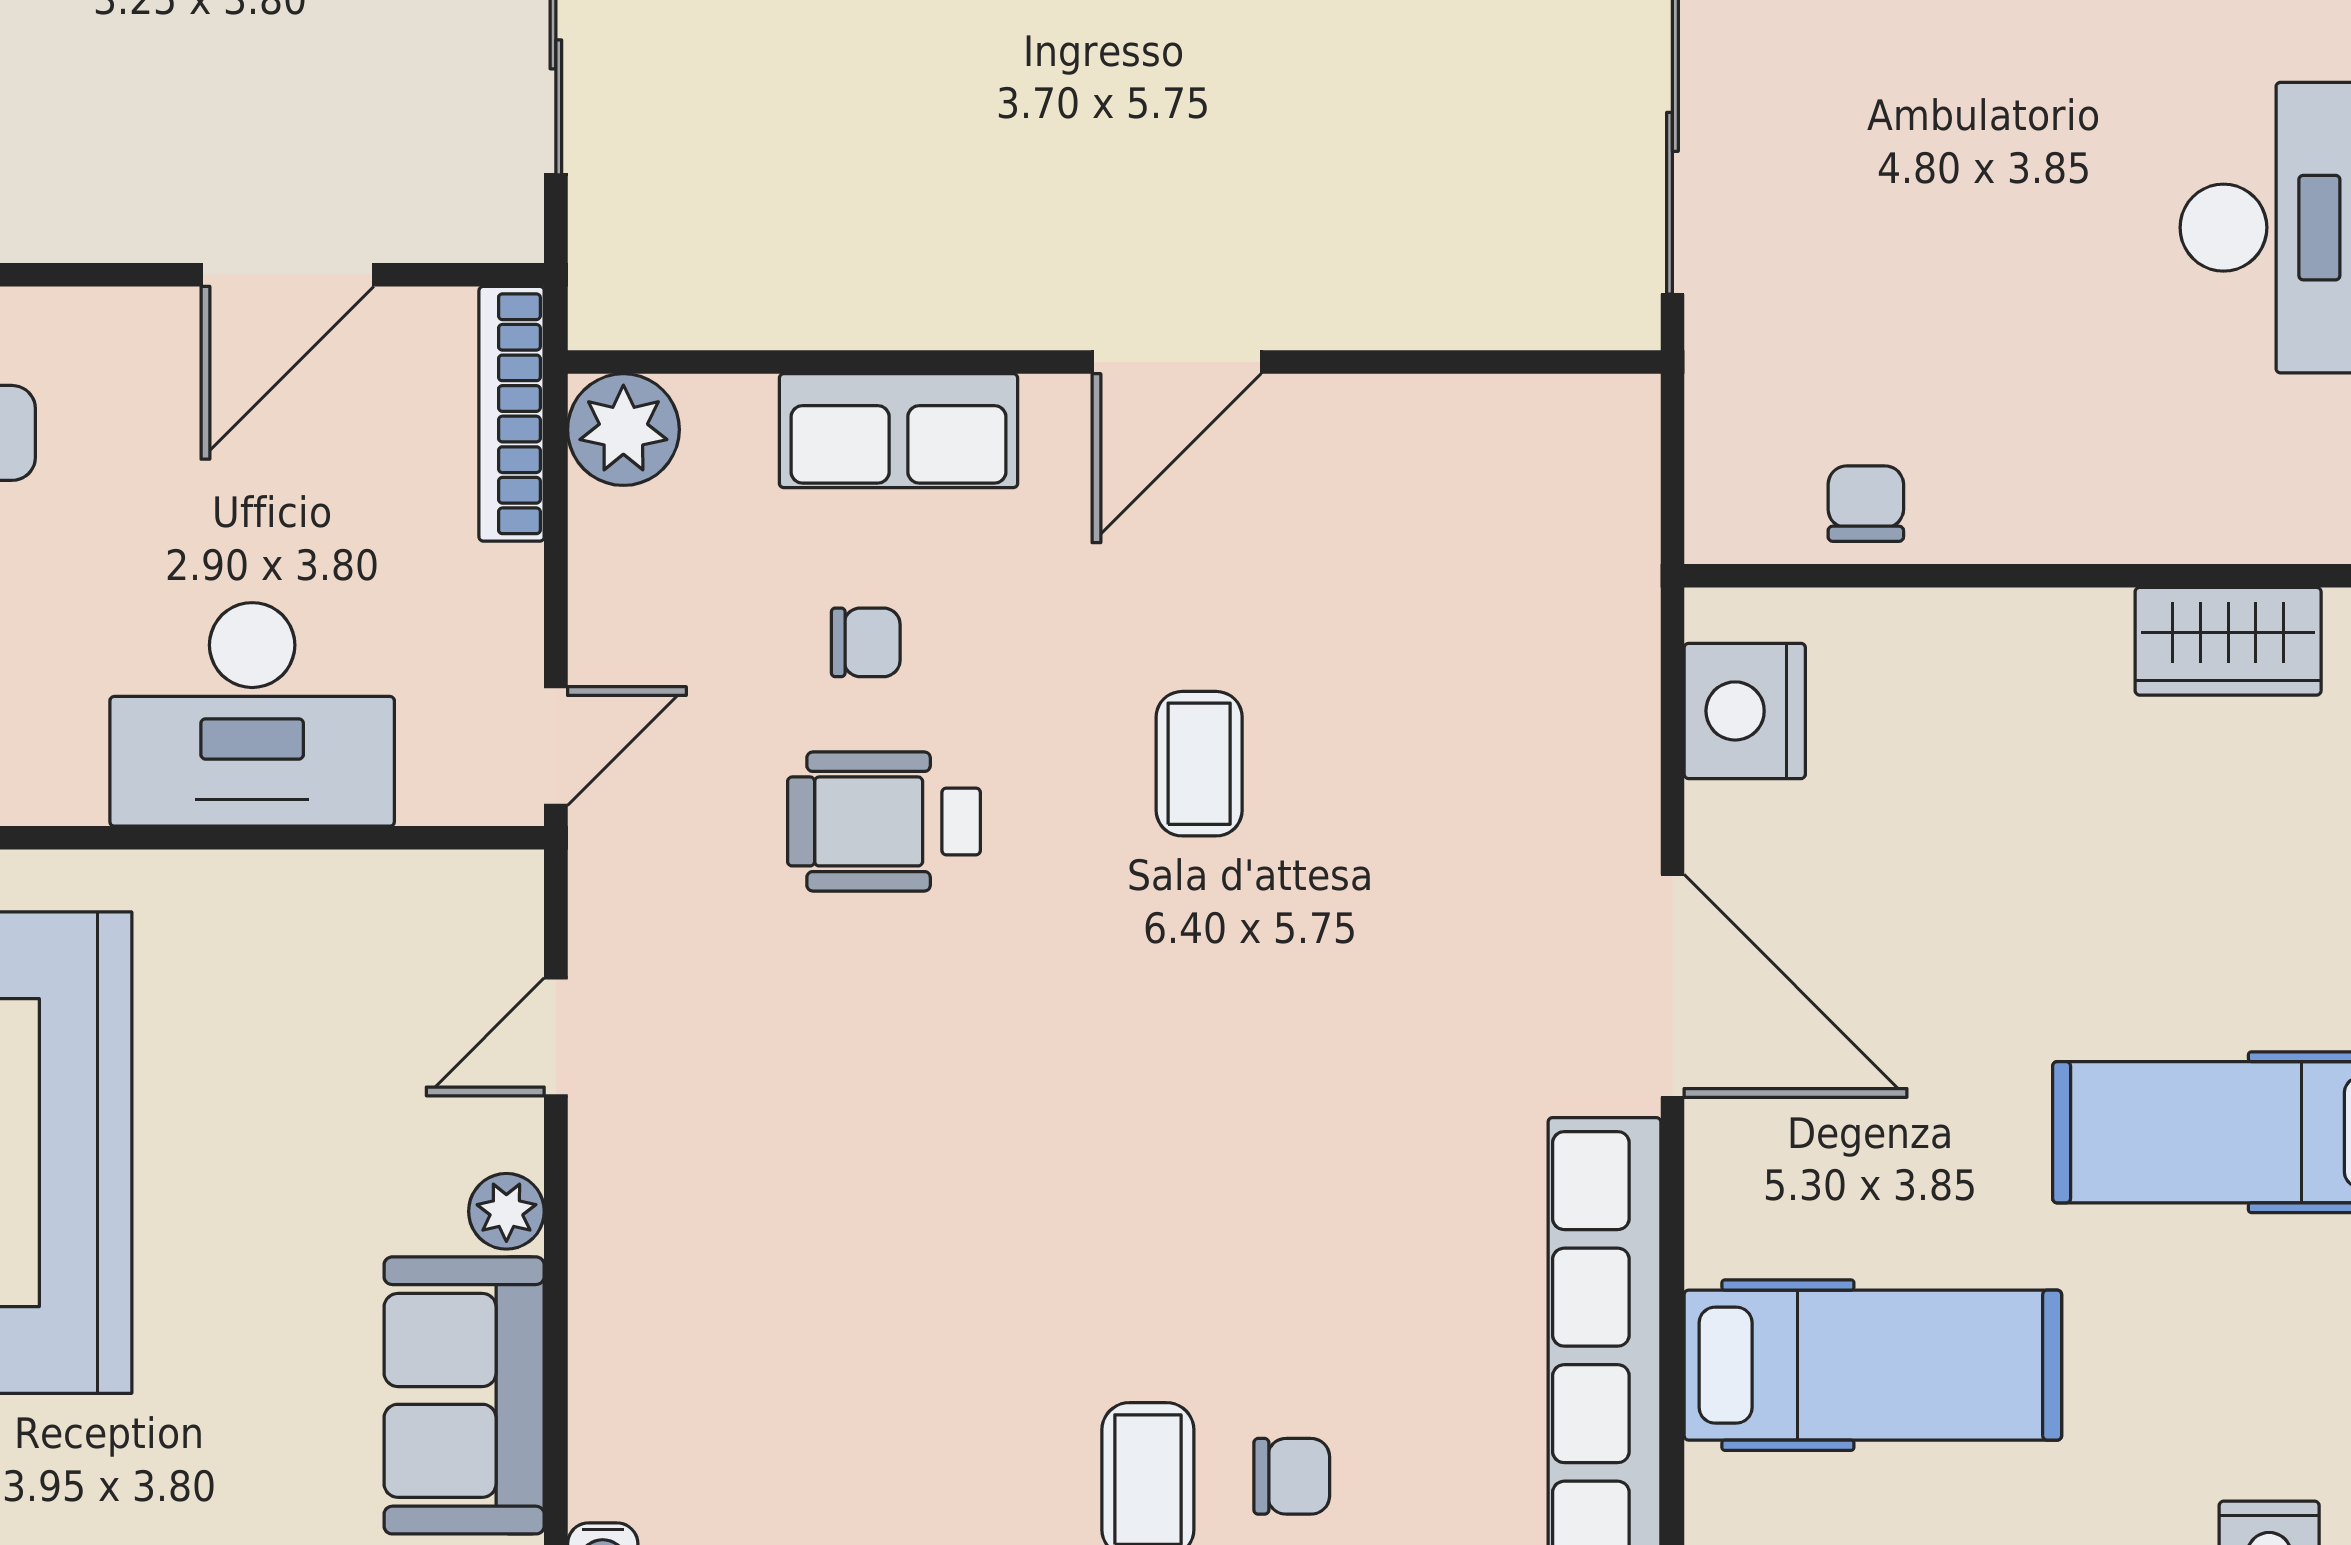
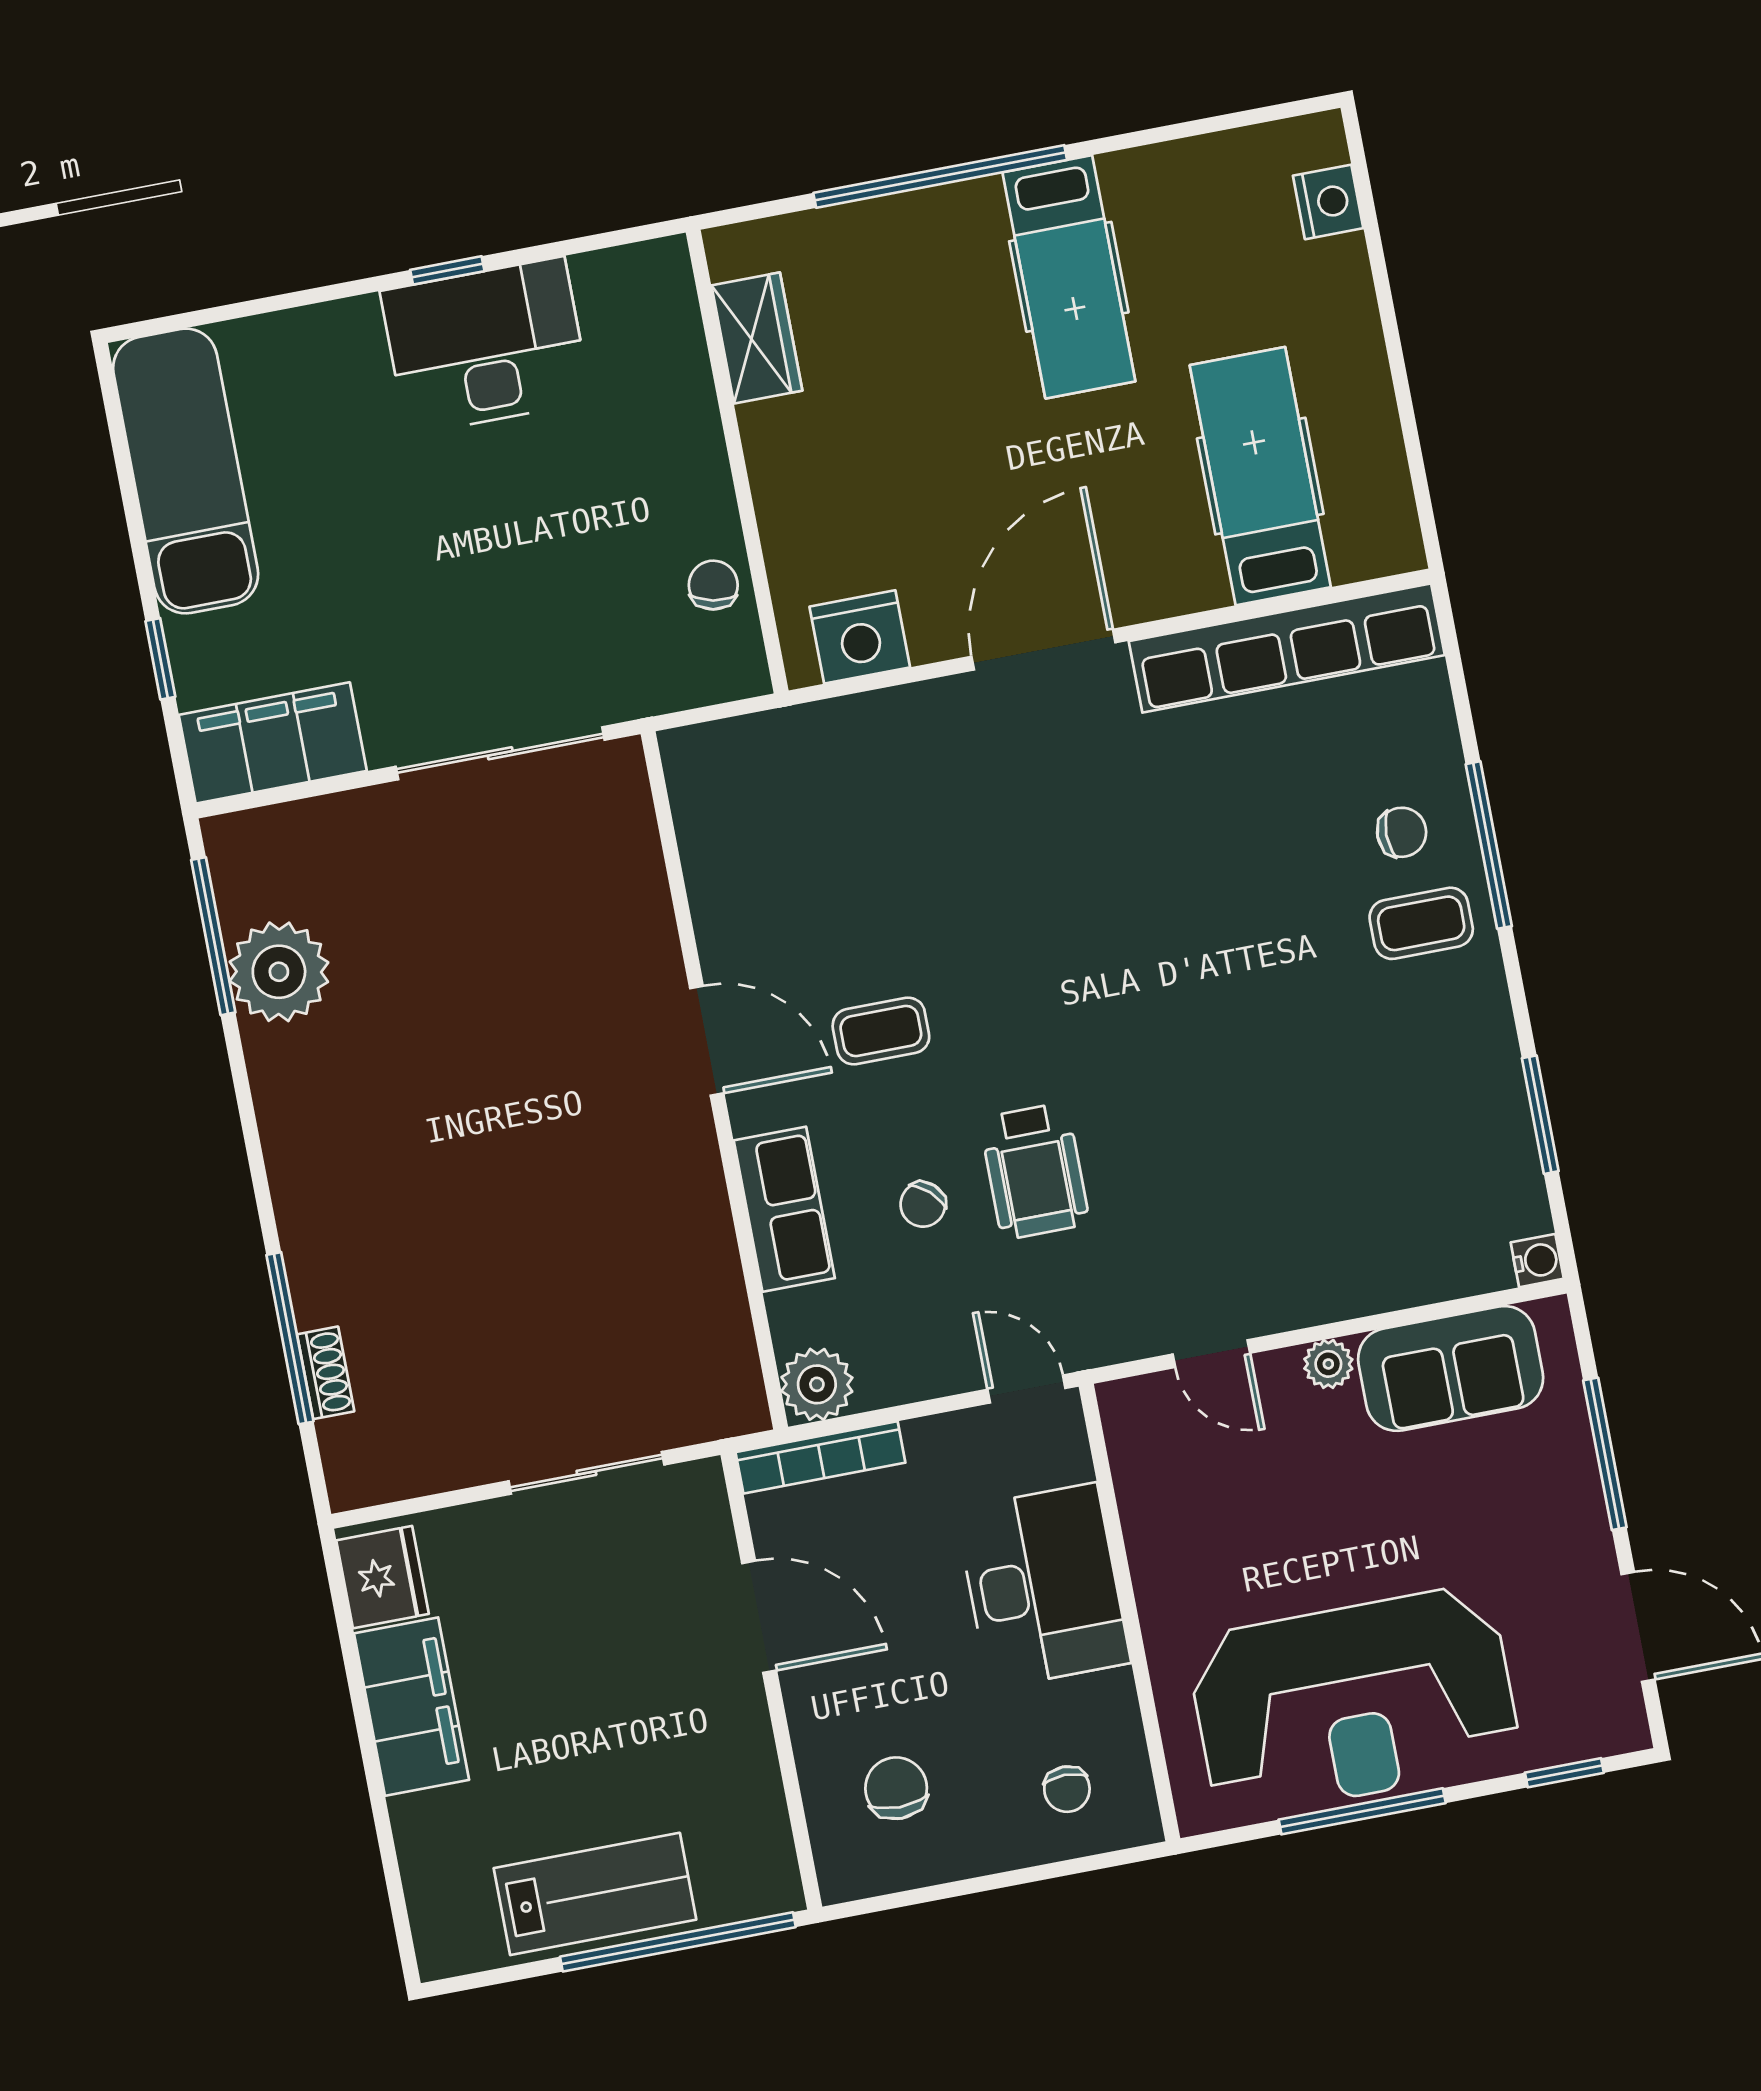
chair: (1866, 504) -> (713, 585), turned 101
chair: (866, 642) -> (923, 1204), turned -137
coffee table: (1199, 764) -> (881, 1031), moved
chair: (1292, 1476) -> (1402, 832), turned 90

